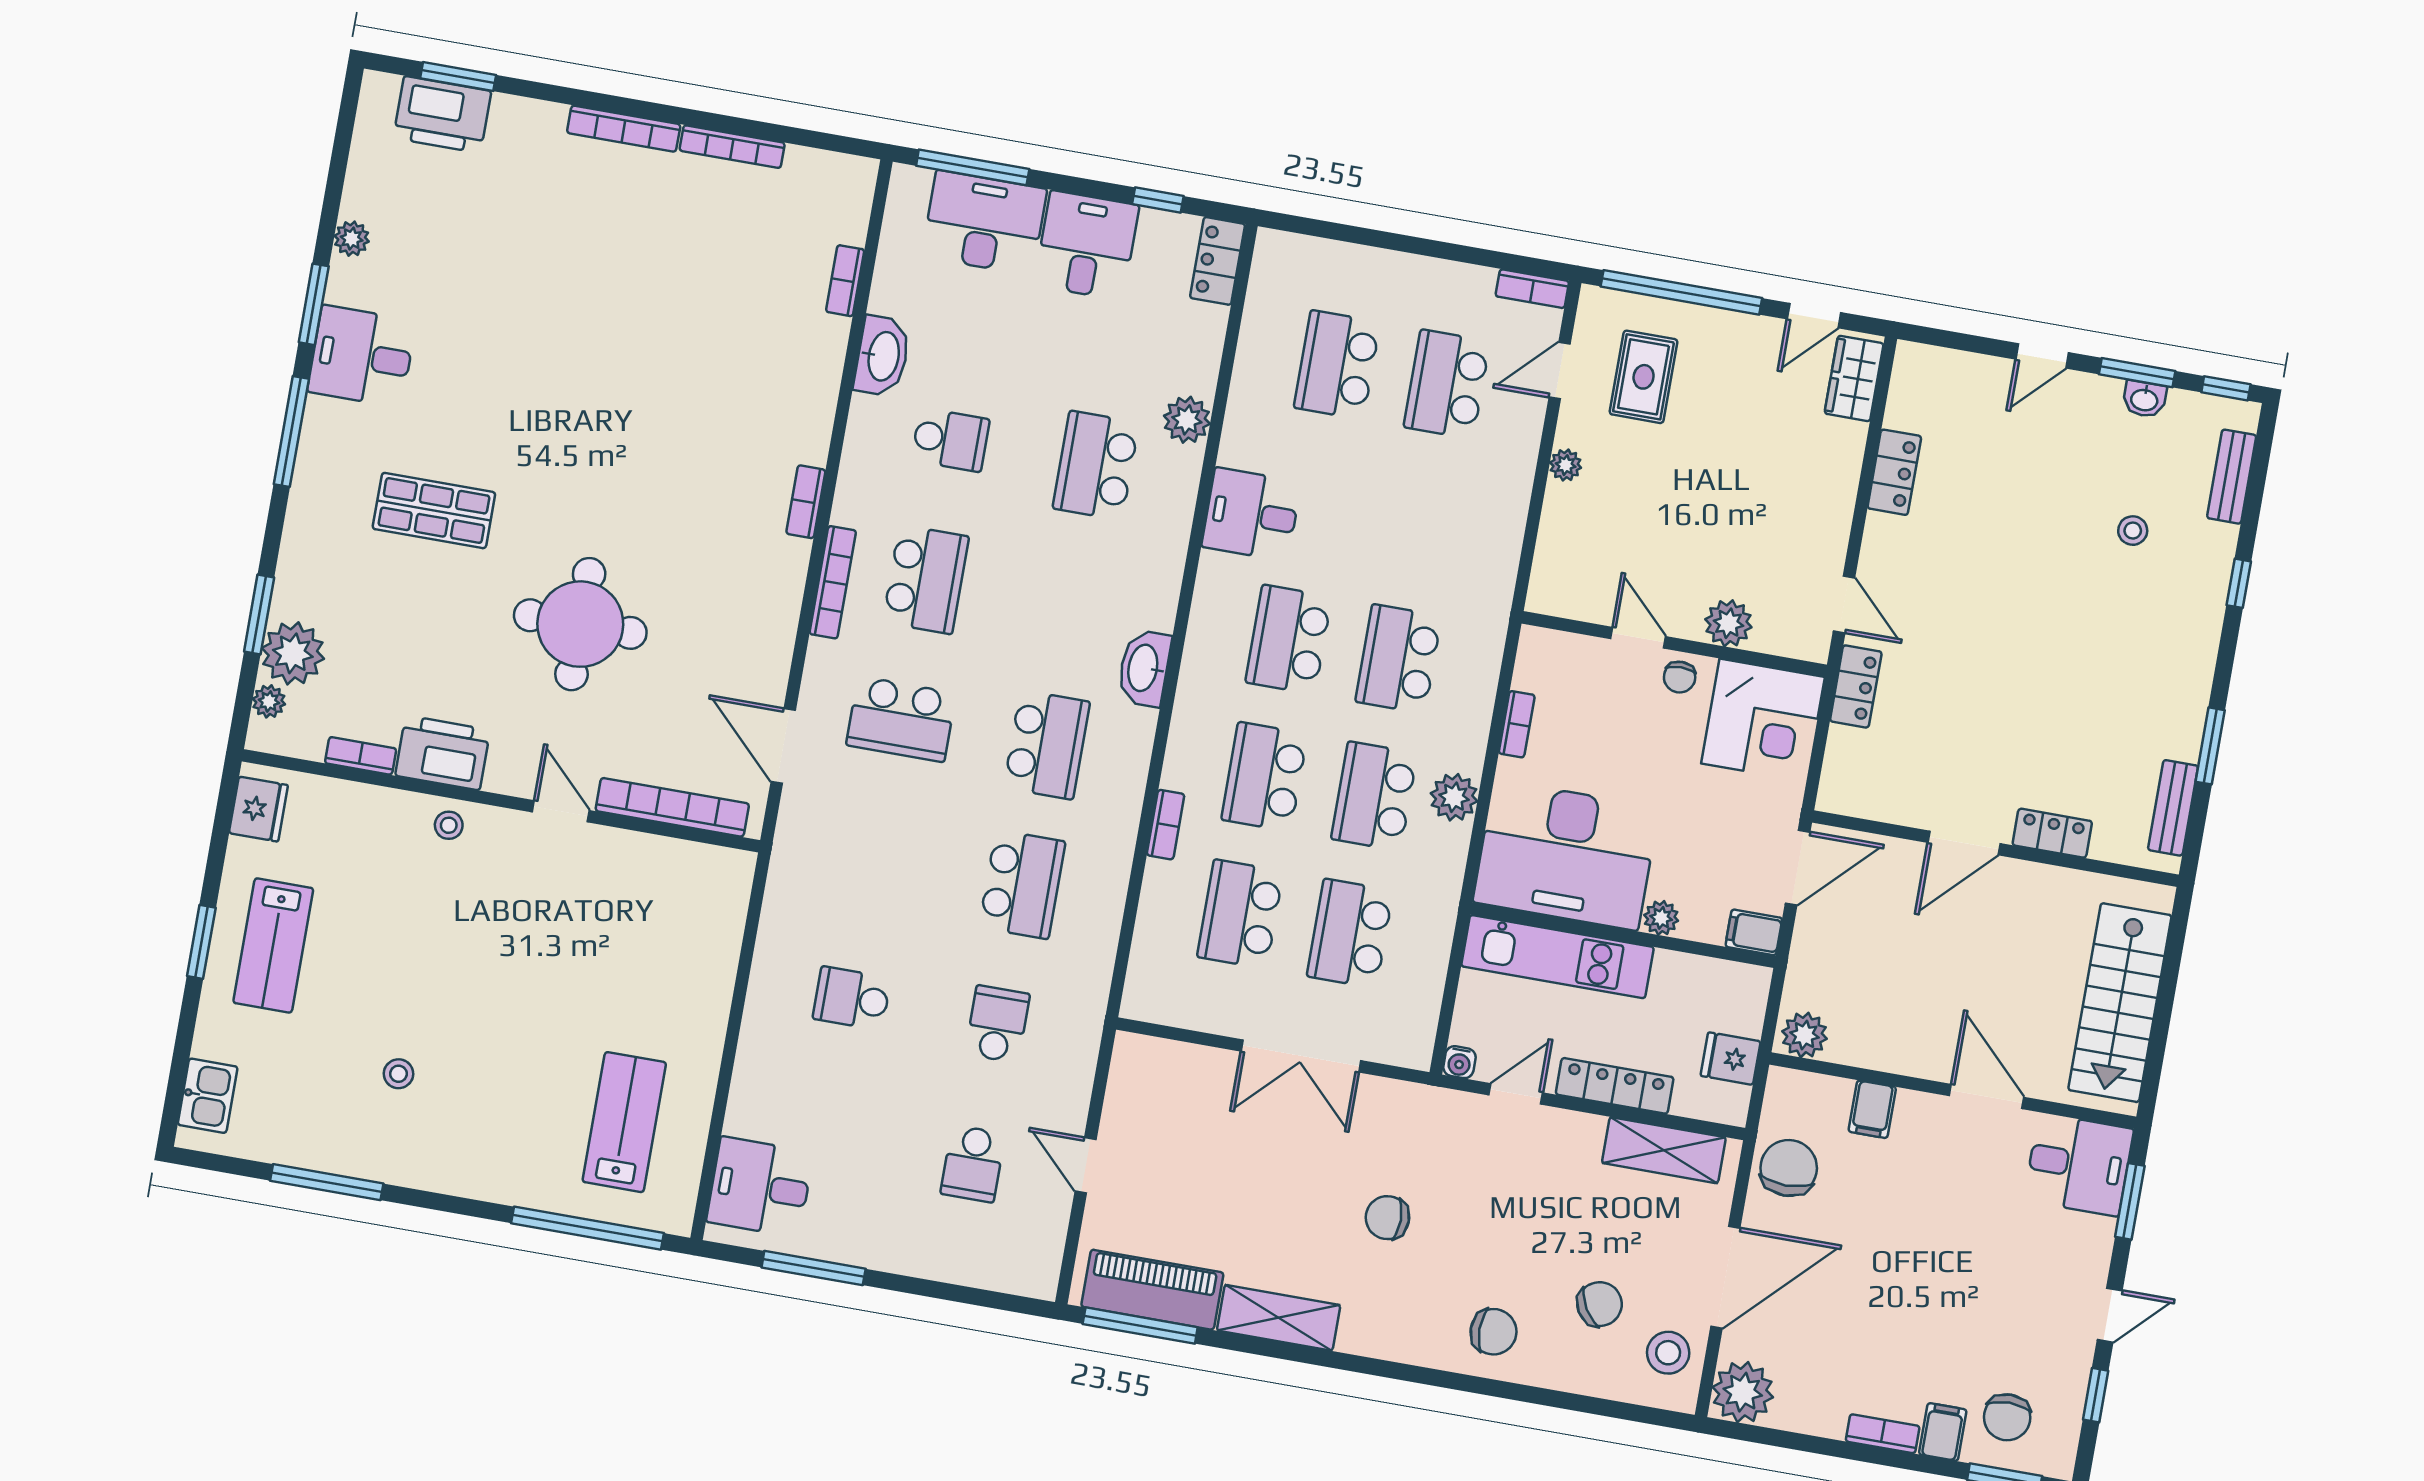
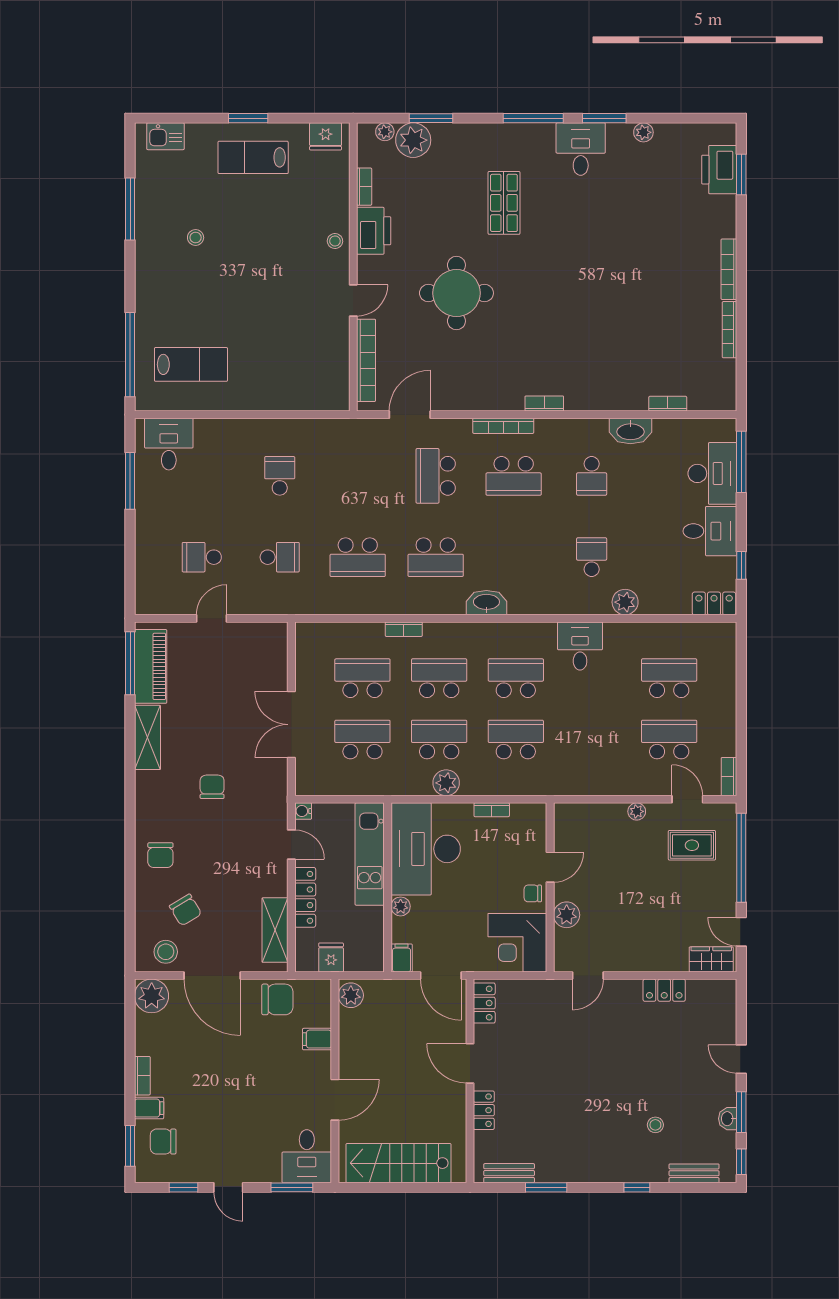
school desk: (1096, 465) -> (592, 557), width x0.54
locker: (1856, 686) -> (484, 1003), moved, turned -90

